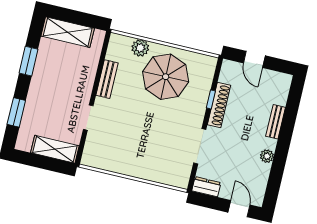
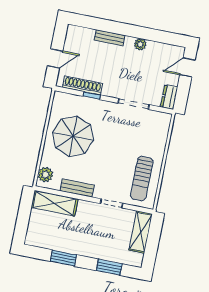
shelving: (68, 32) -> (54, 203), moved, turned 90
plant: (140, 48) -> (45, 175), moved
shoe rack: (219, 105) -> (82, 85), moved
sun lounger: (115, 153) -> (142, 179), added

